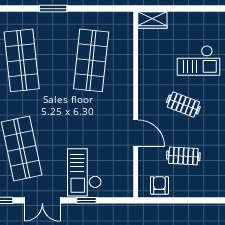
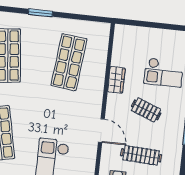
wardrobe: (152, 20) -> (116, 80), moved, turned -90
clothes rail: (183, 156) -> (141, 155), width x1.36

